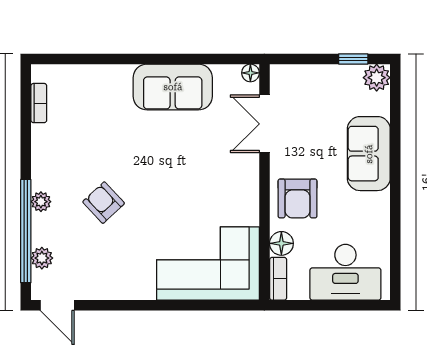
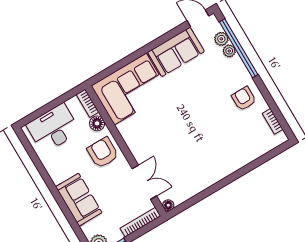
bookcase: (302, 73) -> (140, 222), added
sofa: (173, 87) -> (176, 52), moved, turned 180
plant: (41, 202) -> (229, 51), moved
armchair: (104, 203) -> (244, 99), moved, turned -137

